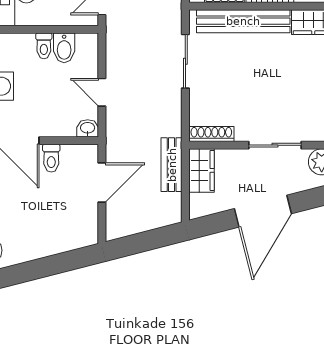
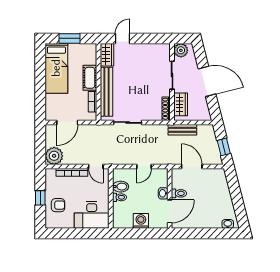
washbasin: (88, 128) -> (163, 193), moved
wardrobe: (201, 170) -> (181, 104), moved, turned 90
window: (139, 243) -> (224, 147), added

